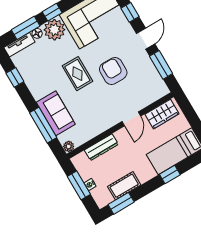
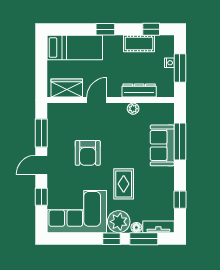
rug: (77, 74) -> (124, 184), moved
plant: (69, 146) -> (133, 109), moved
window: (170, 174) -> (105, 29), moved
window: (121, 203) -> (151, 29), width x0.67

